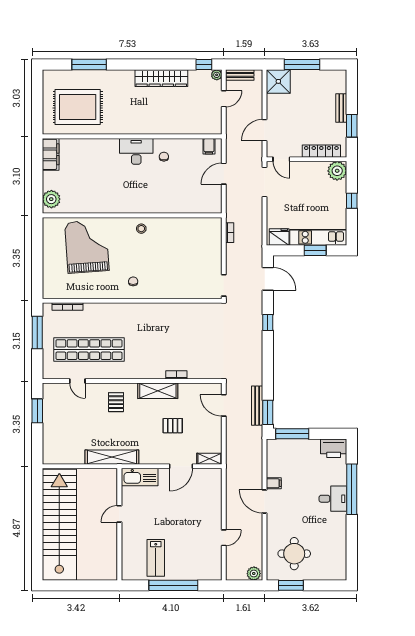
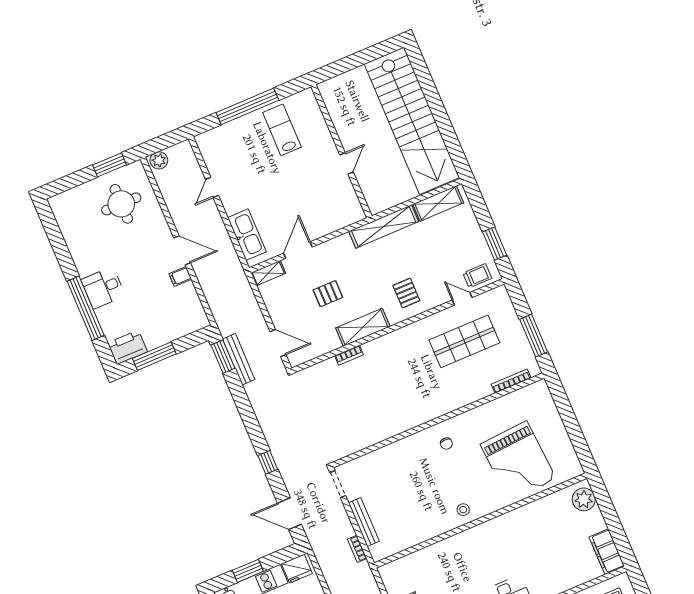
bench: (217, 250) -> (364, 522), added
shop shelf: (89, 350) -> (464, 341), width x0.71
trolley: (60, 393) -> (477, 276), added
window: (292, 434) -> (154, 356), moved
shelving: (66, 457) -> (438, 203), added
kitchen sink: (140, 477) -> (247, 235), moved, turned 90

